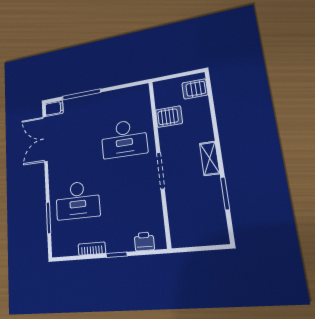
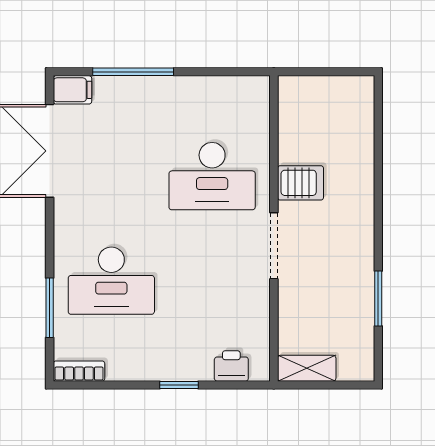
server rack: (195, 89) -> (353, 104), removed
server rack: (169, 117) -> (300, 183), moved
shelving: (210, 158) -> (307, 368), moved, turned 90
bookcase: (92, 249) -> (79, 371), moved

